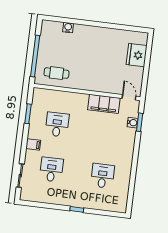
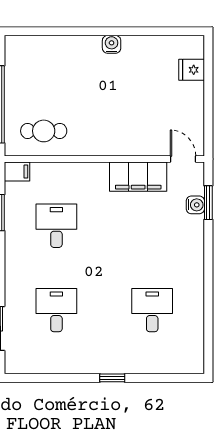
water cooler: (68, 28) -> (112, 44), moved
fridge: (137, 55) -> (192, 70), width x0.53, depth x0.75
filing cabinet: (33, 144) -> (17, 172), moved

